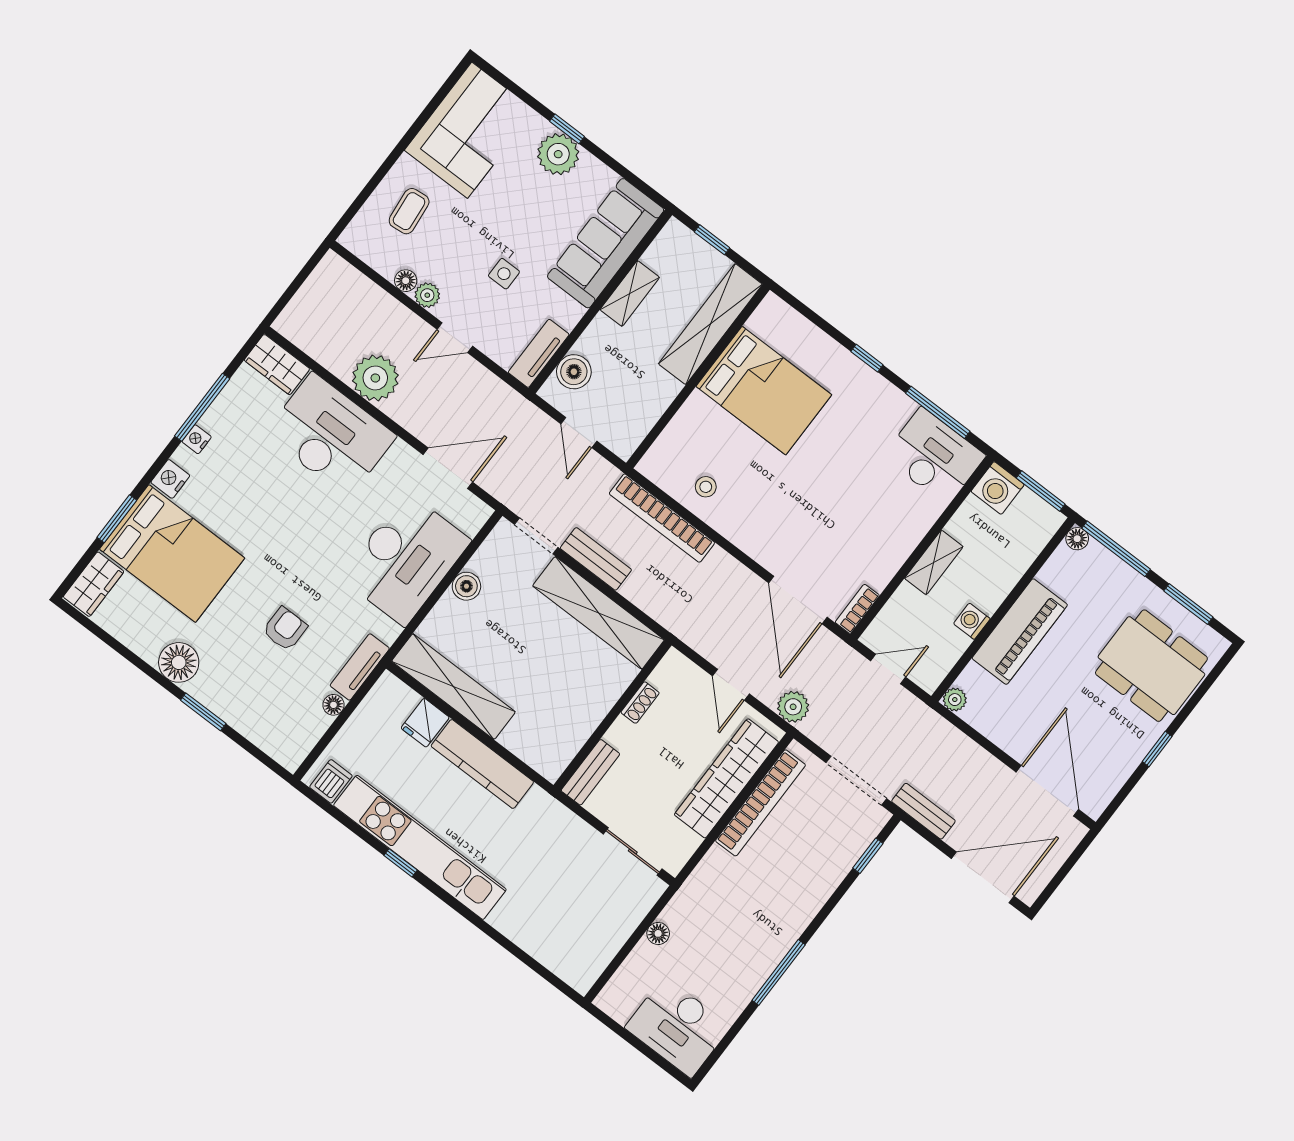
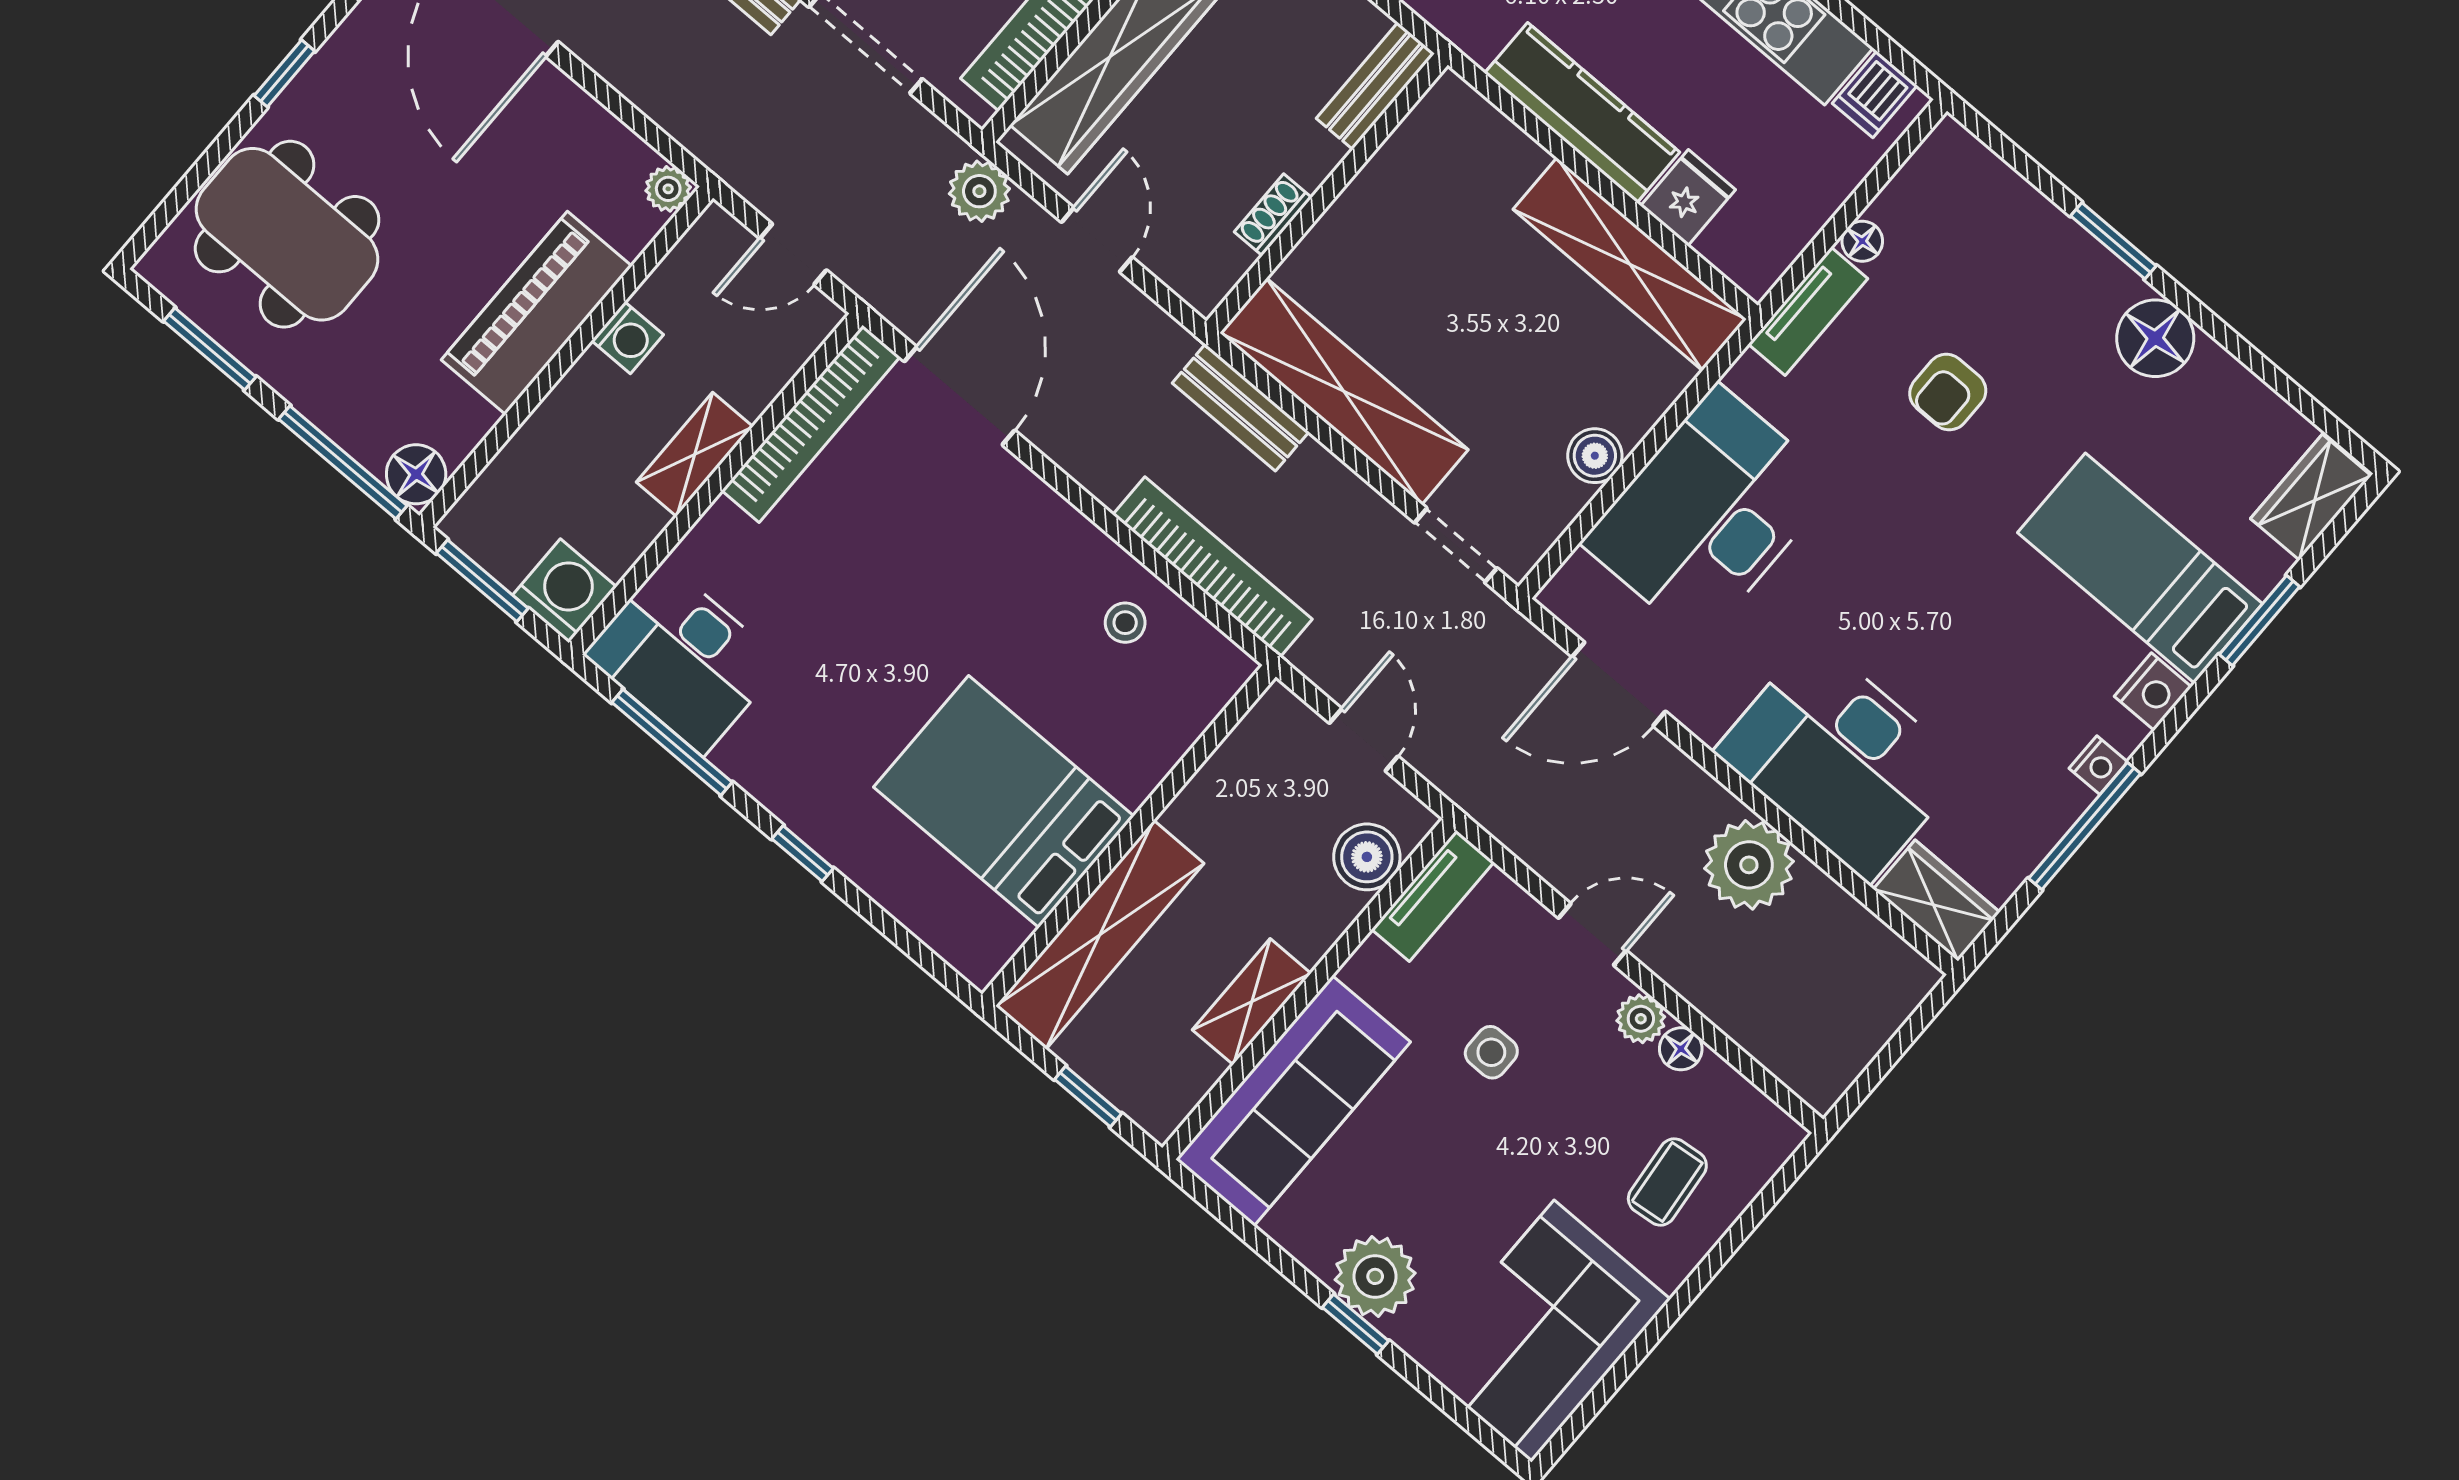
floor lamp: (1077, 539) -> (416, 474), width x1.37, depth x1.37
bed: (172, 554) -> (2140, 568), width x0.67
bench: (596, 559) -> (1241, 407), moved
bookcase: (857, 609) -> (811, 424), width x2.31, depth x1.31

